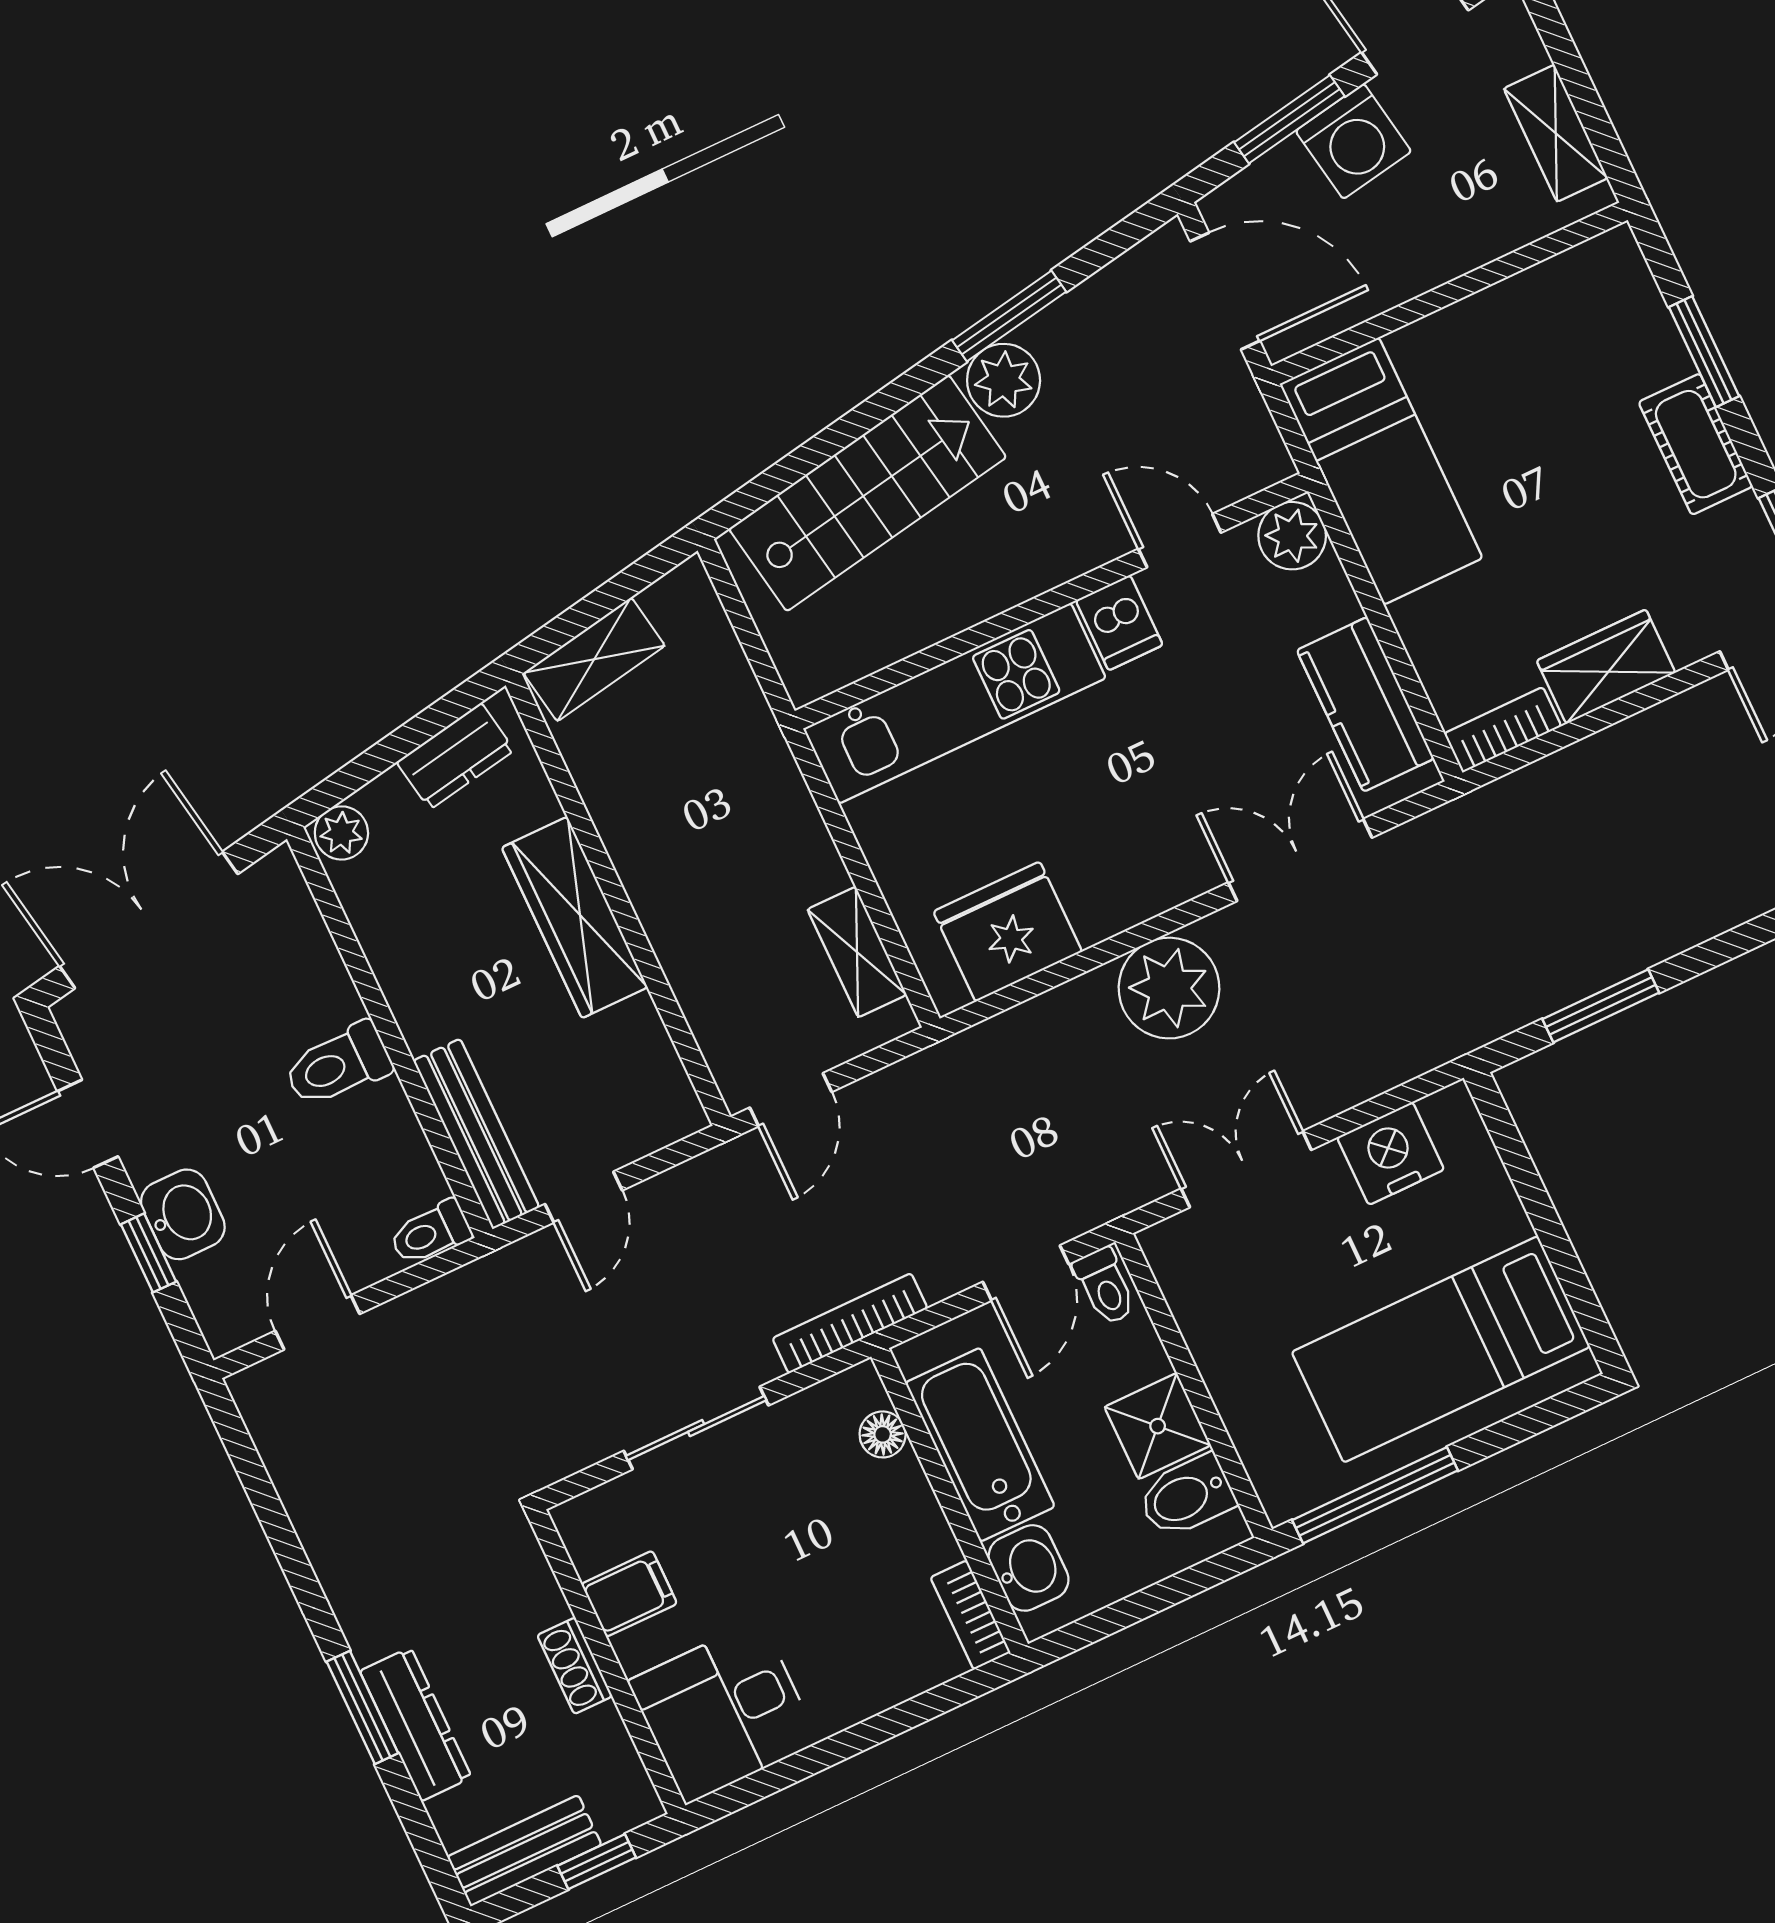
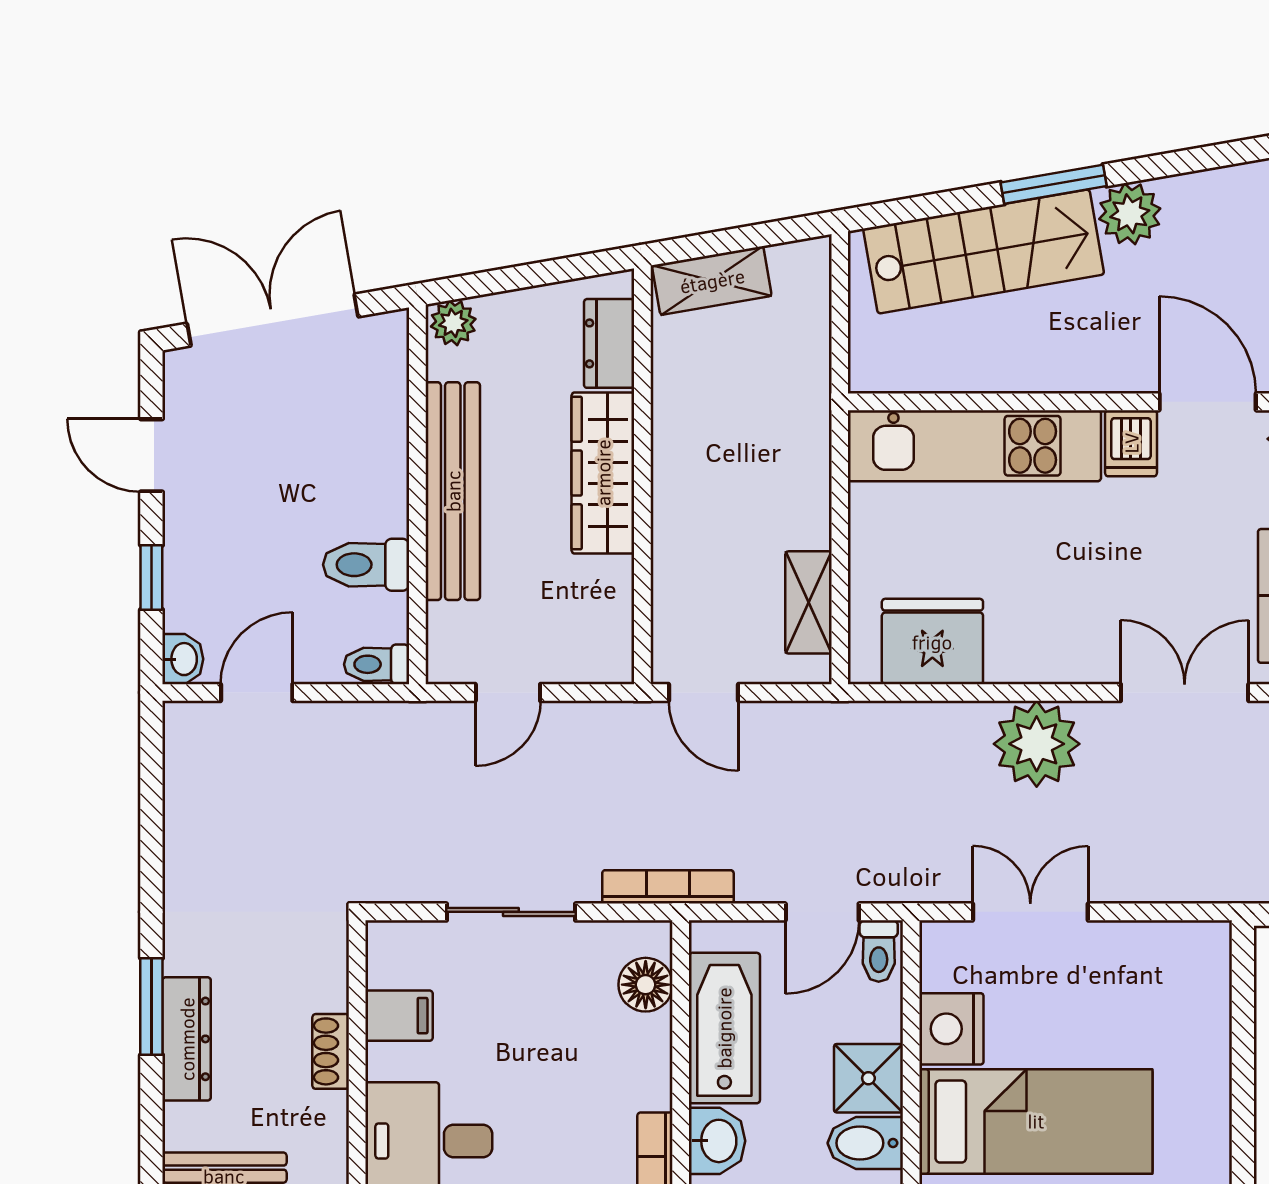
window: (1009, 316) -> (1054, 184), moved
door: (1180, 541) -> (1208, 402), width x1.38
dresser: (455, 756) -> (609, 343), moved, turned 100
toilet: (338, 1065) -> (366, 565), moved
door: (791, 1100) -> (704, 693), hinge flipped
bench: (476, 1134) -> (453, 491), moved, width x1.37, depth x1.21
nightstand: (1391, 1153) -> (951, 1029), moved, turned -90
washbasin: (183, 1214) -> (183, 659), moved, width x0.72, depth x0.69
bed: (1441, 1349) -> (1036, 1121), moved, turned 180
floor lamp: (883, 1434) -> (646, 985), width x1.37, depth x1.37

